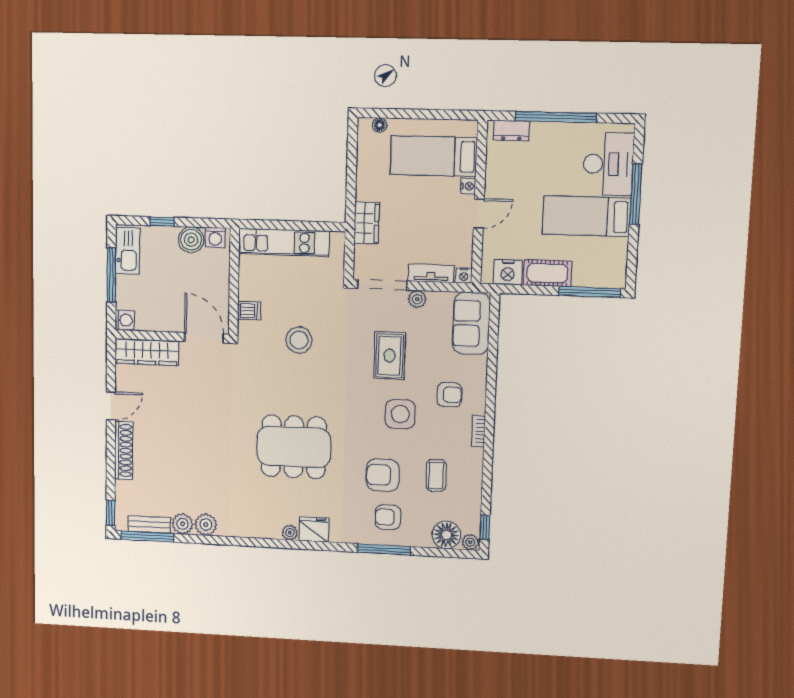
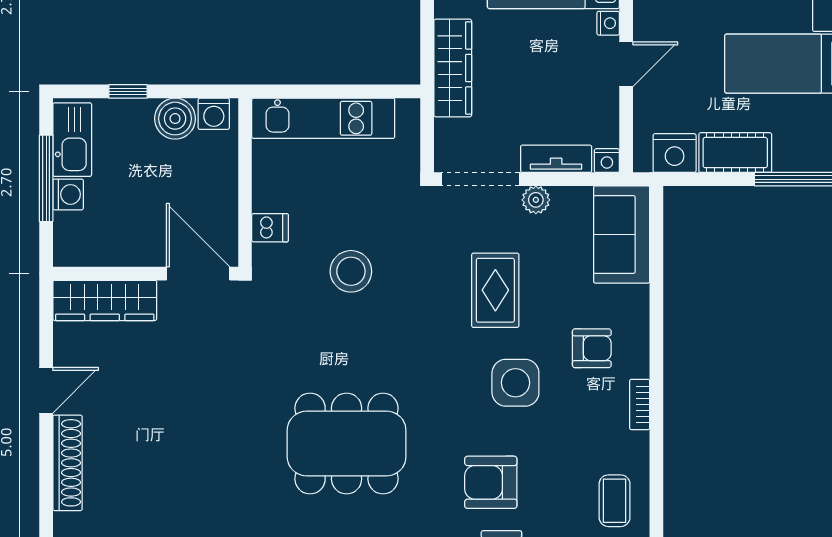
wardrobe: (366, 223) -> (453, 68), width x1.50
washing machine: (125, 320) -> (68, 194), moved
coffee table: (436, 475) -> (615, 501), moved

